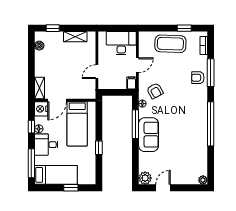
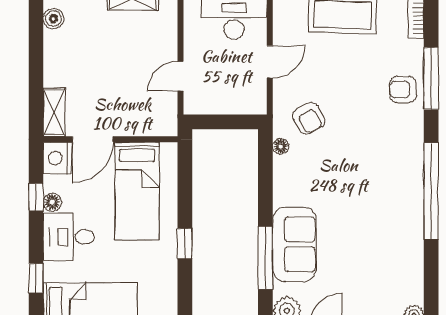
filing cabinet: (132, 83) -> (257, 101), removed
window: (135, 124) -> (265, 258), moved
sofa: (149, 135) -> (294, 244), moved
window: (31, 163) -> (36, 278), width x0.46

